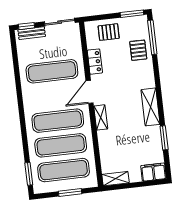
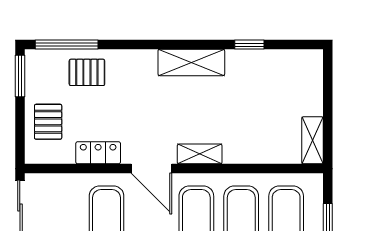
window: (164, 138) -> (249, 45), width x0.67
filing cabinet: (153, 172) -> (309, 71), removed

